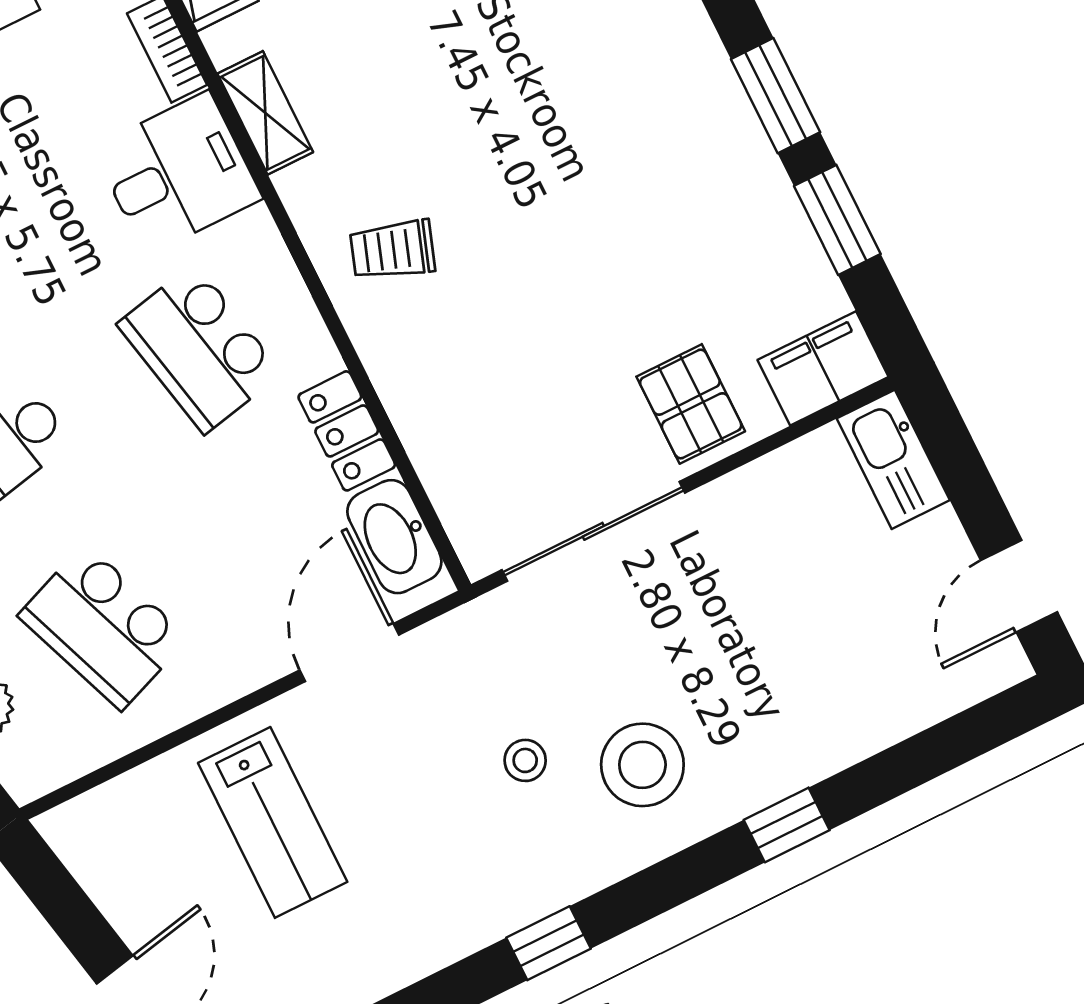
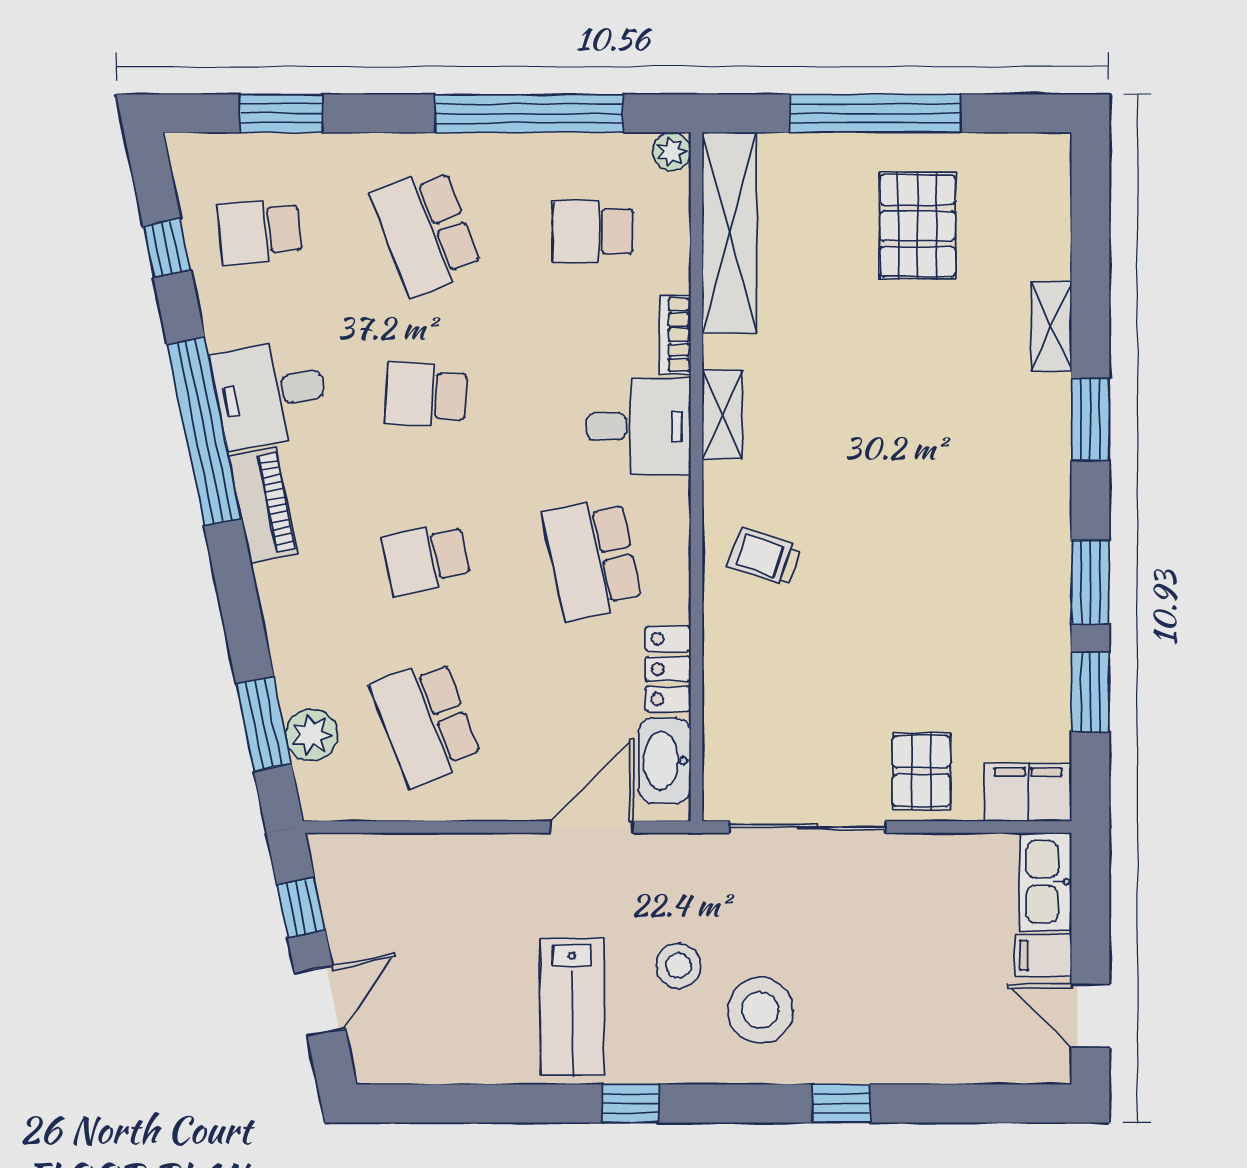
filing cabinet: (932, 544) -> (1043, 956), added
door: (1019, 586) -> (1090, 1016), hinge flipped
stool: (525, 760) -> (678, 966), width x1.37, depth x1.37
lab bench: (273, 822) -> (572, 1007), moved
window: (66, 907) -> (301, 908), added

